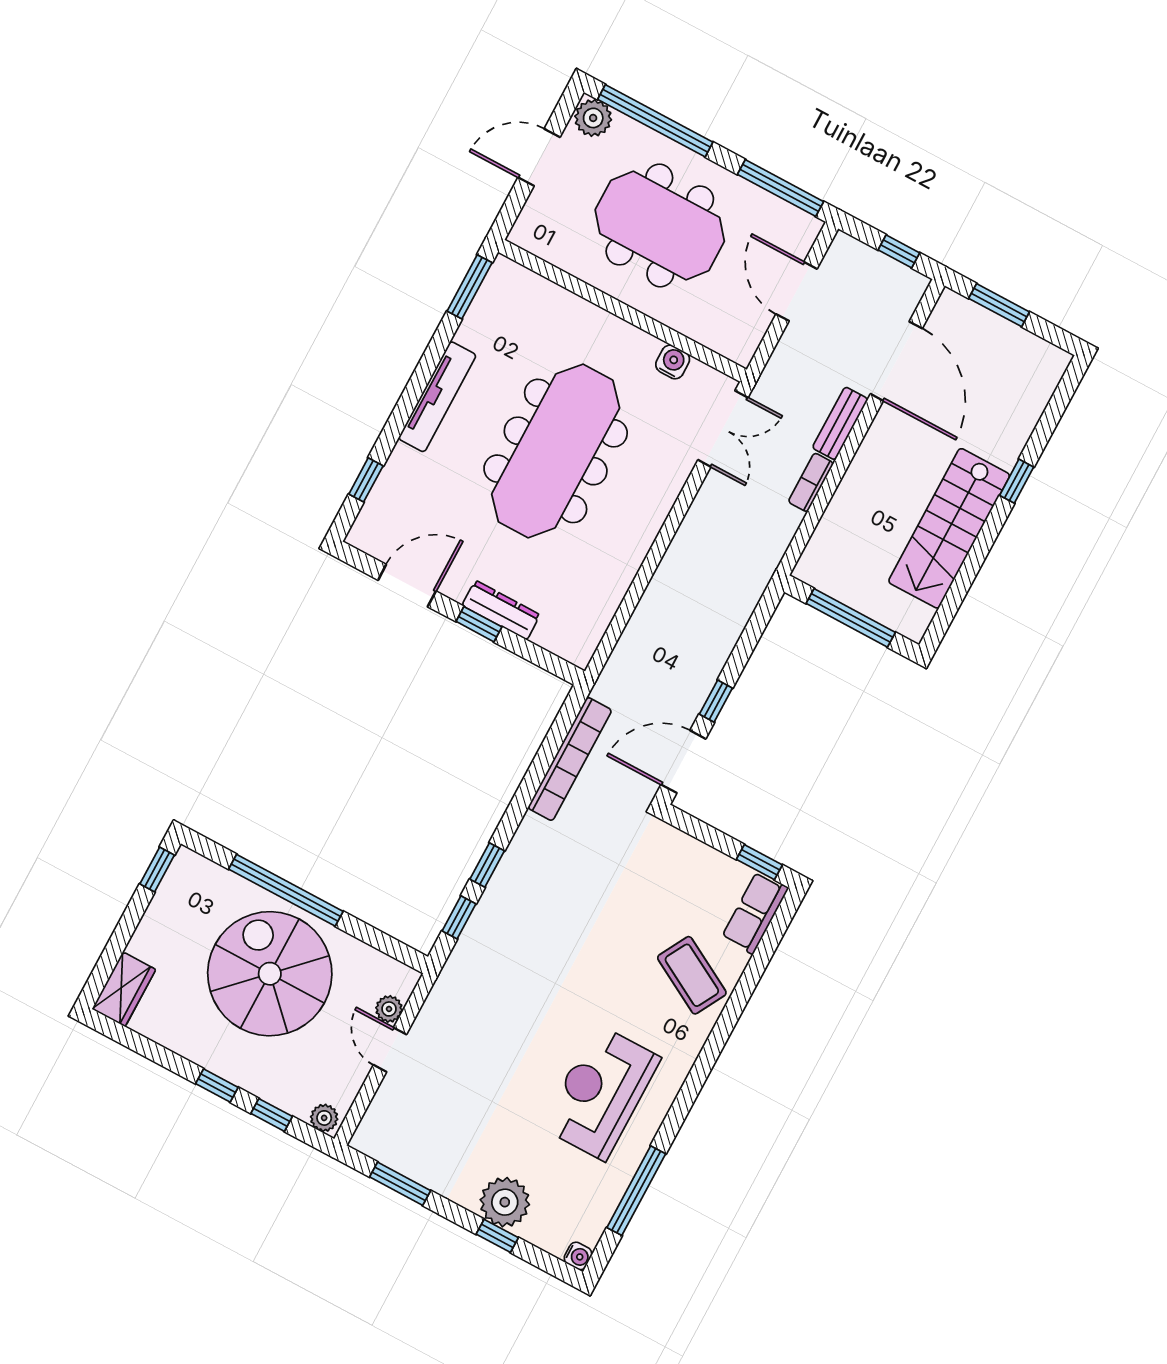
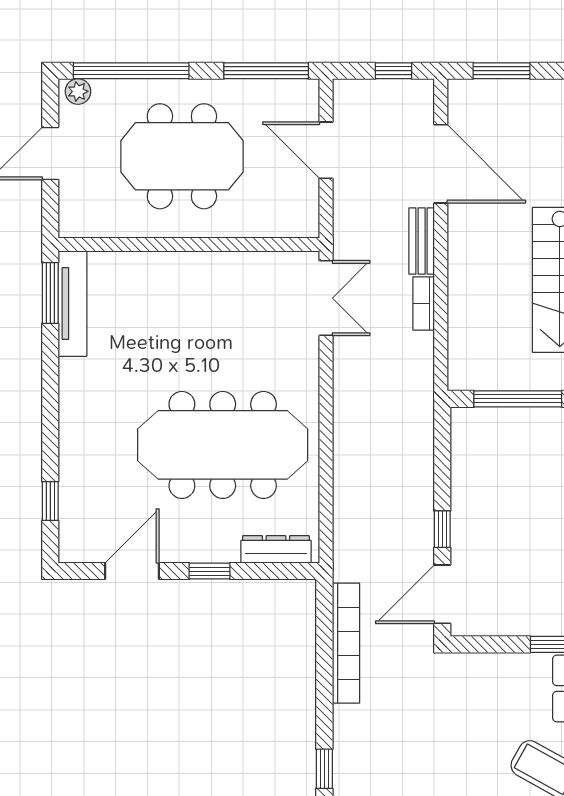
plant: (593, 118) -> (78, 91), width x0.73, depth x0.73
water cooler: (673, 362) -> (254, 265), removed
tv unit: (437, 397) -> (73, 304), moved
meeting table: (556, 451) -> (223, 445), moved, turned 90
dresser: (501, 610) -> (276, 549), moved

